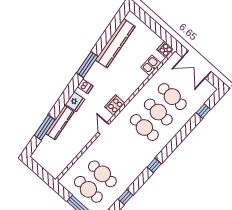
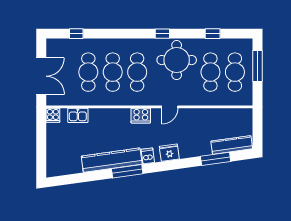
kitchen counter: (115, 43) -> (112, 160), moved
kitchen counter: (60, 123) -> (232, 145), moved
round table: (129, 159) -> (177, 60), added

